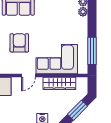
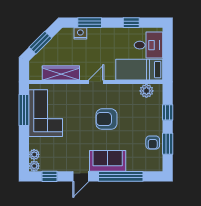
armchair: (19, 43) -> (106, 119), turned 90
corner sofa: (57, 59) -> (46, 113), moved, turned -90

